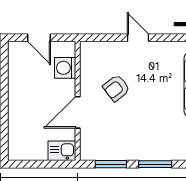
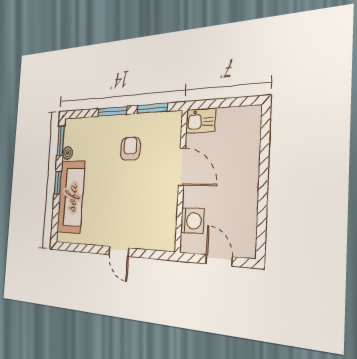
armchair: (116, 88) -> (130, 149), moved, turned -52
door: (78, 112) -> (182, 167), hinge flipped

